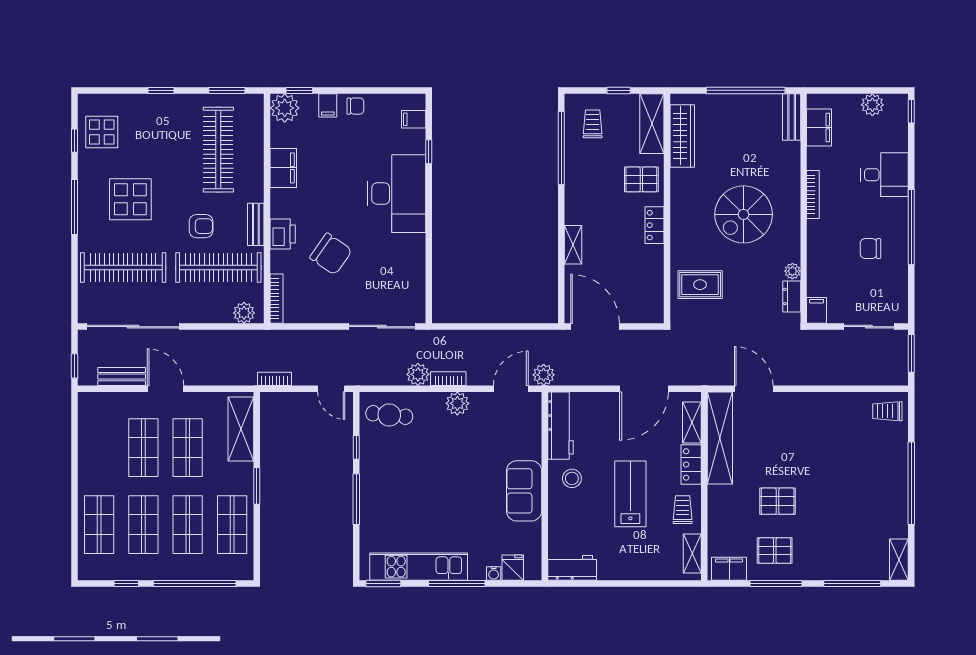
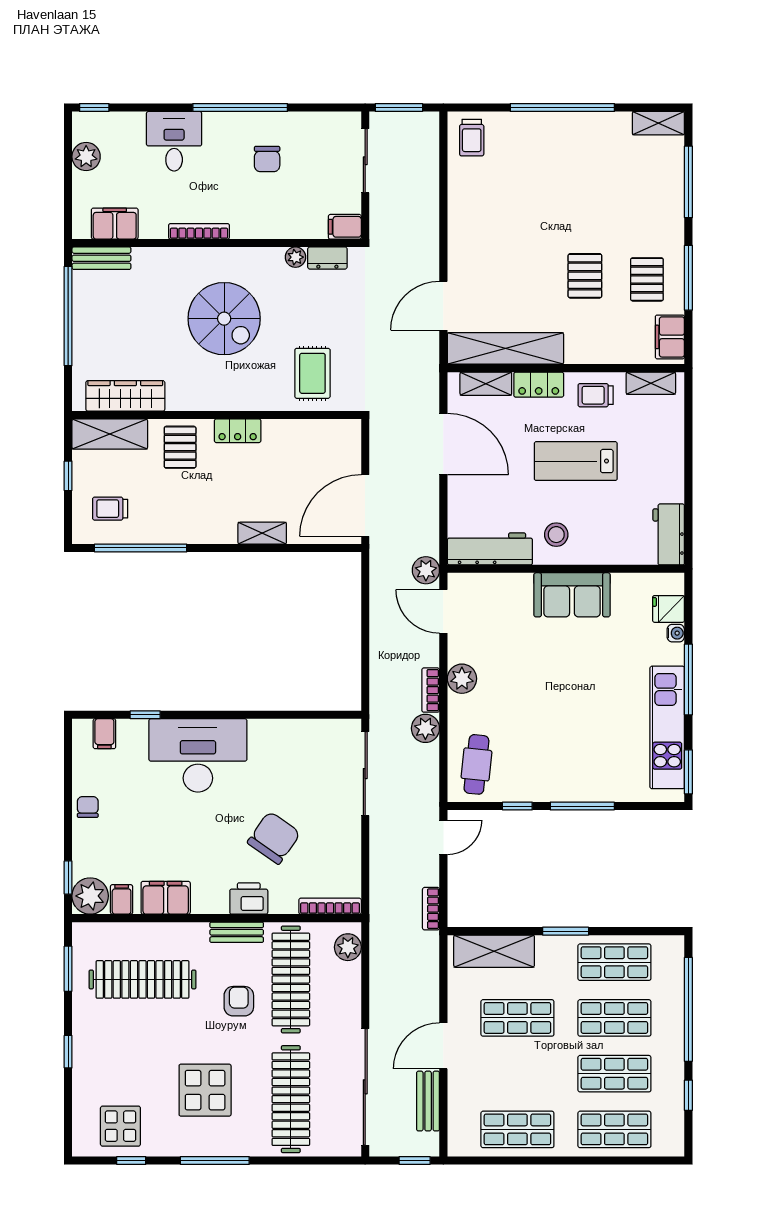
filing cabinet: (328, 105) -> (122, 899), moved, turned -90
shop shelf: (143, 448) -> (517, 1129), moved

